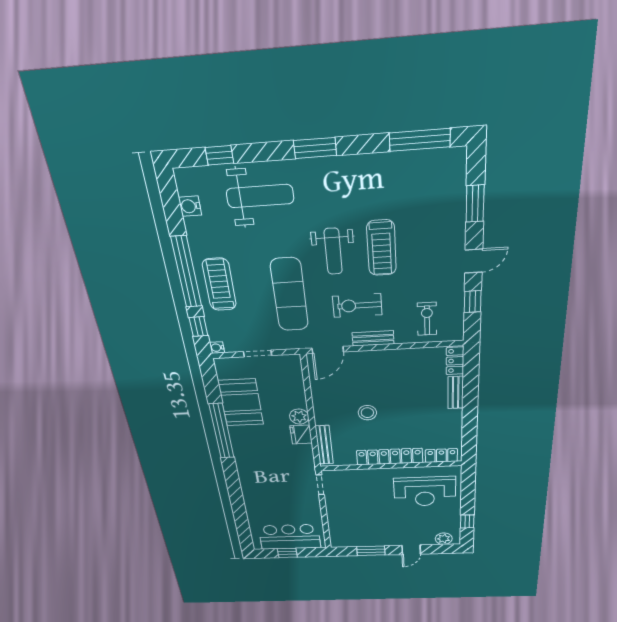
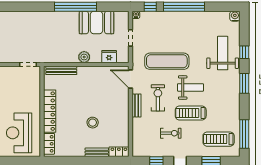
window: (219, 155) -> (244, 52), moved
weight bench: (260, 196) -> (223, 53), turned 180
water cooler: (190, 206) -> (235, 16), moved
weight bench: (333, 251) -> (190, 87), turned 180
treadmill: (219, 285) -> (219, 139), moved, turned 180
exercise bike: (427, 319) -> (171, 133), moved
stool: (367, 413) -> (93, 123), moved
fridge: (301, 435) -> (109, 57), moved

